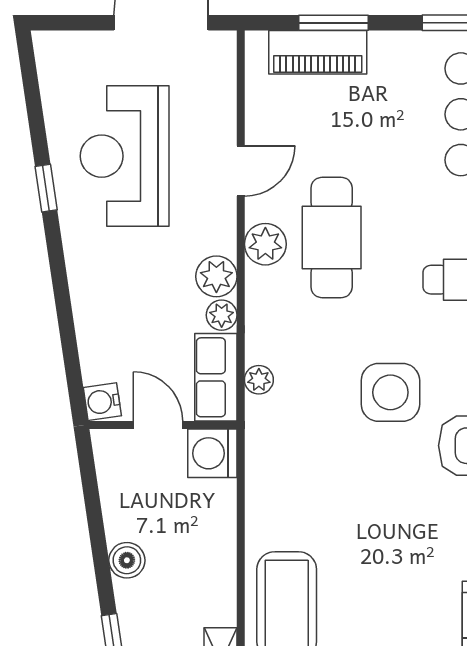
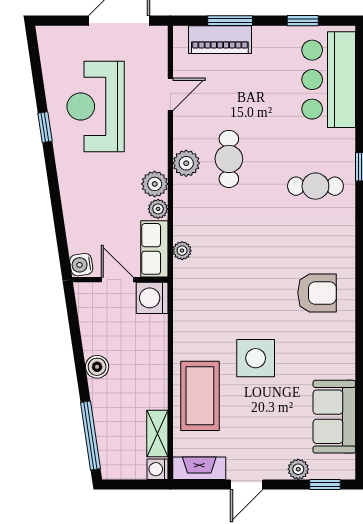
door: (241, 171) -> (170, 94), moved
cafe table: (332, 237) -> (229, 159), width x0.73, depth x0.74
side table: (390, 392) -> (256, 358), moved

